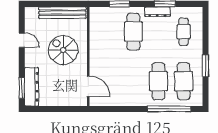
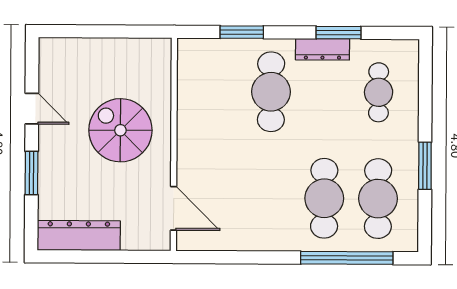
bench: (62, 13) -> (119, 50), removed
dresser: (32, 87) -> (79, 235), moved, turned -90
window: (22, 88) -> (31, 173), moved

